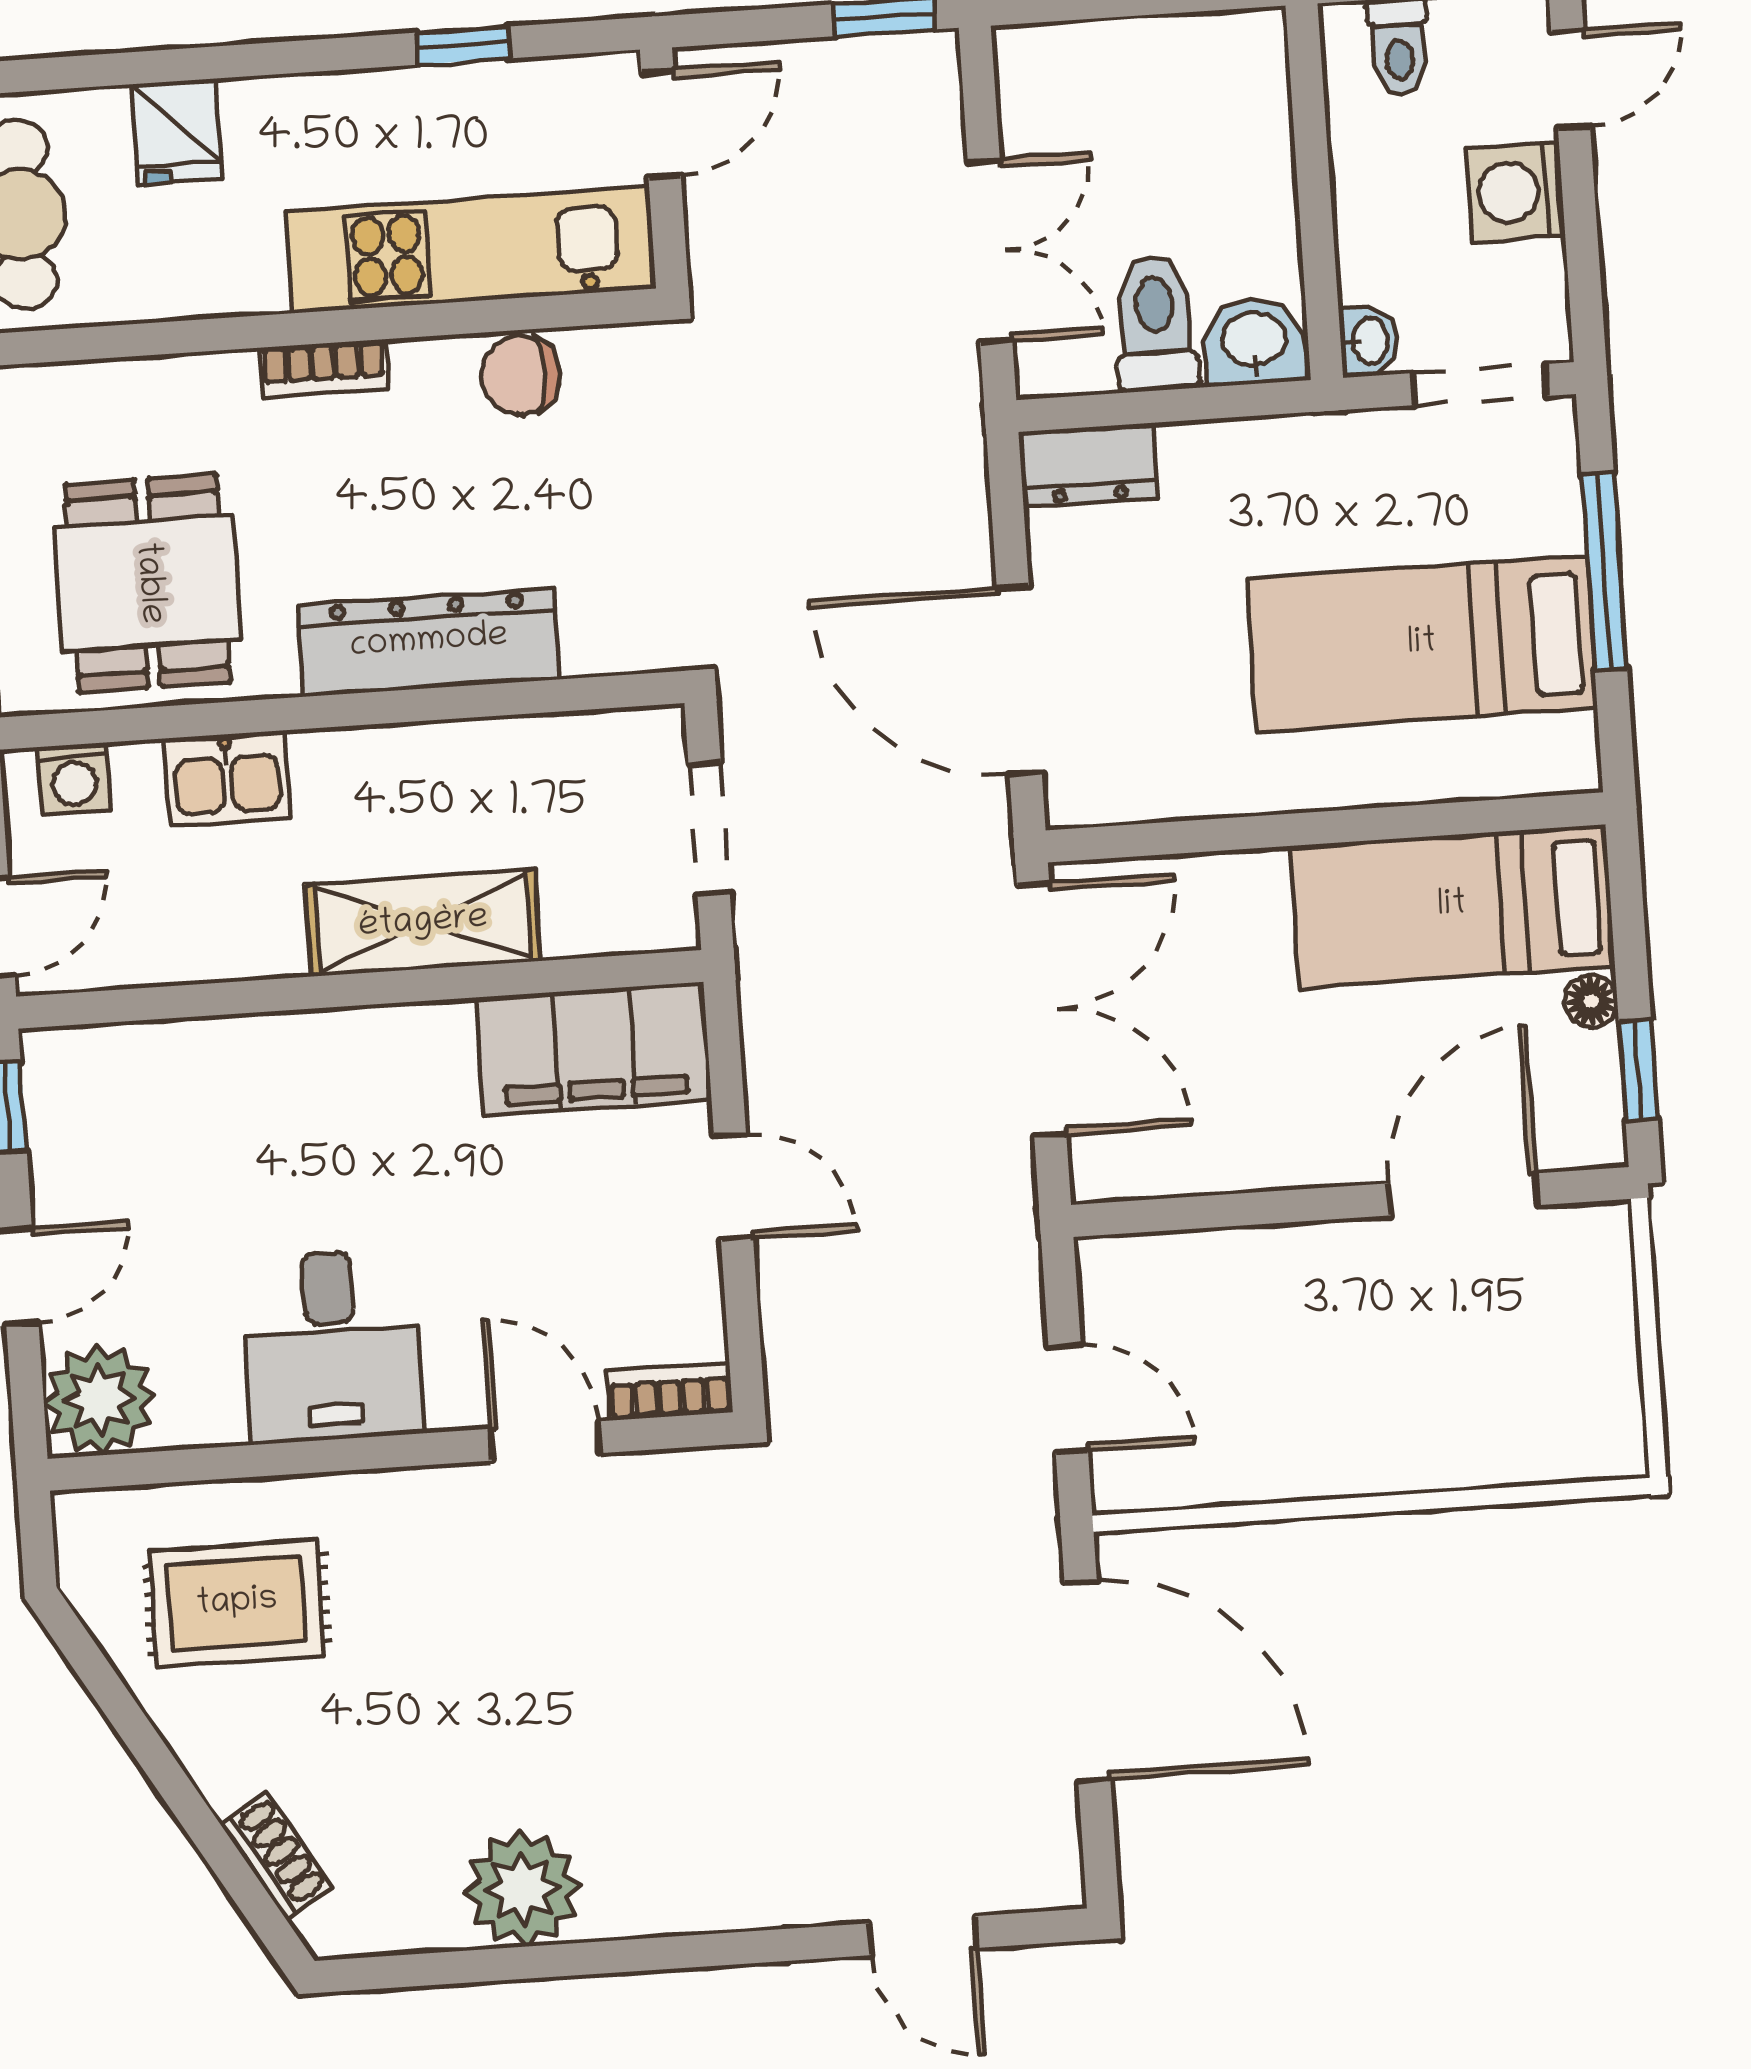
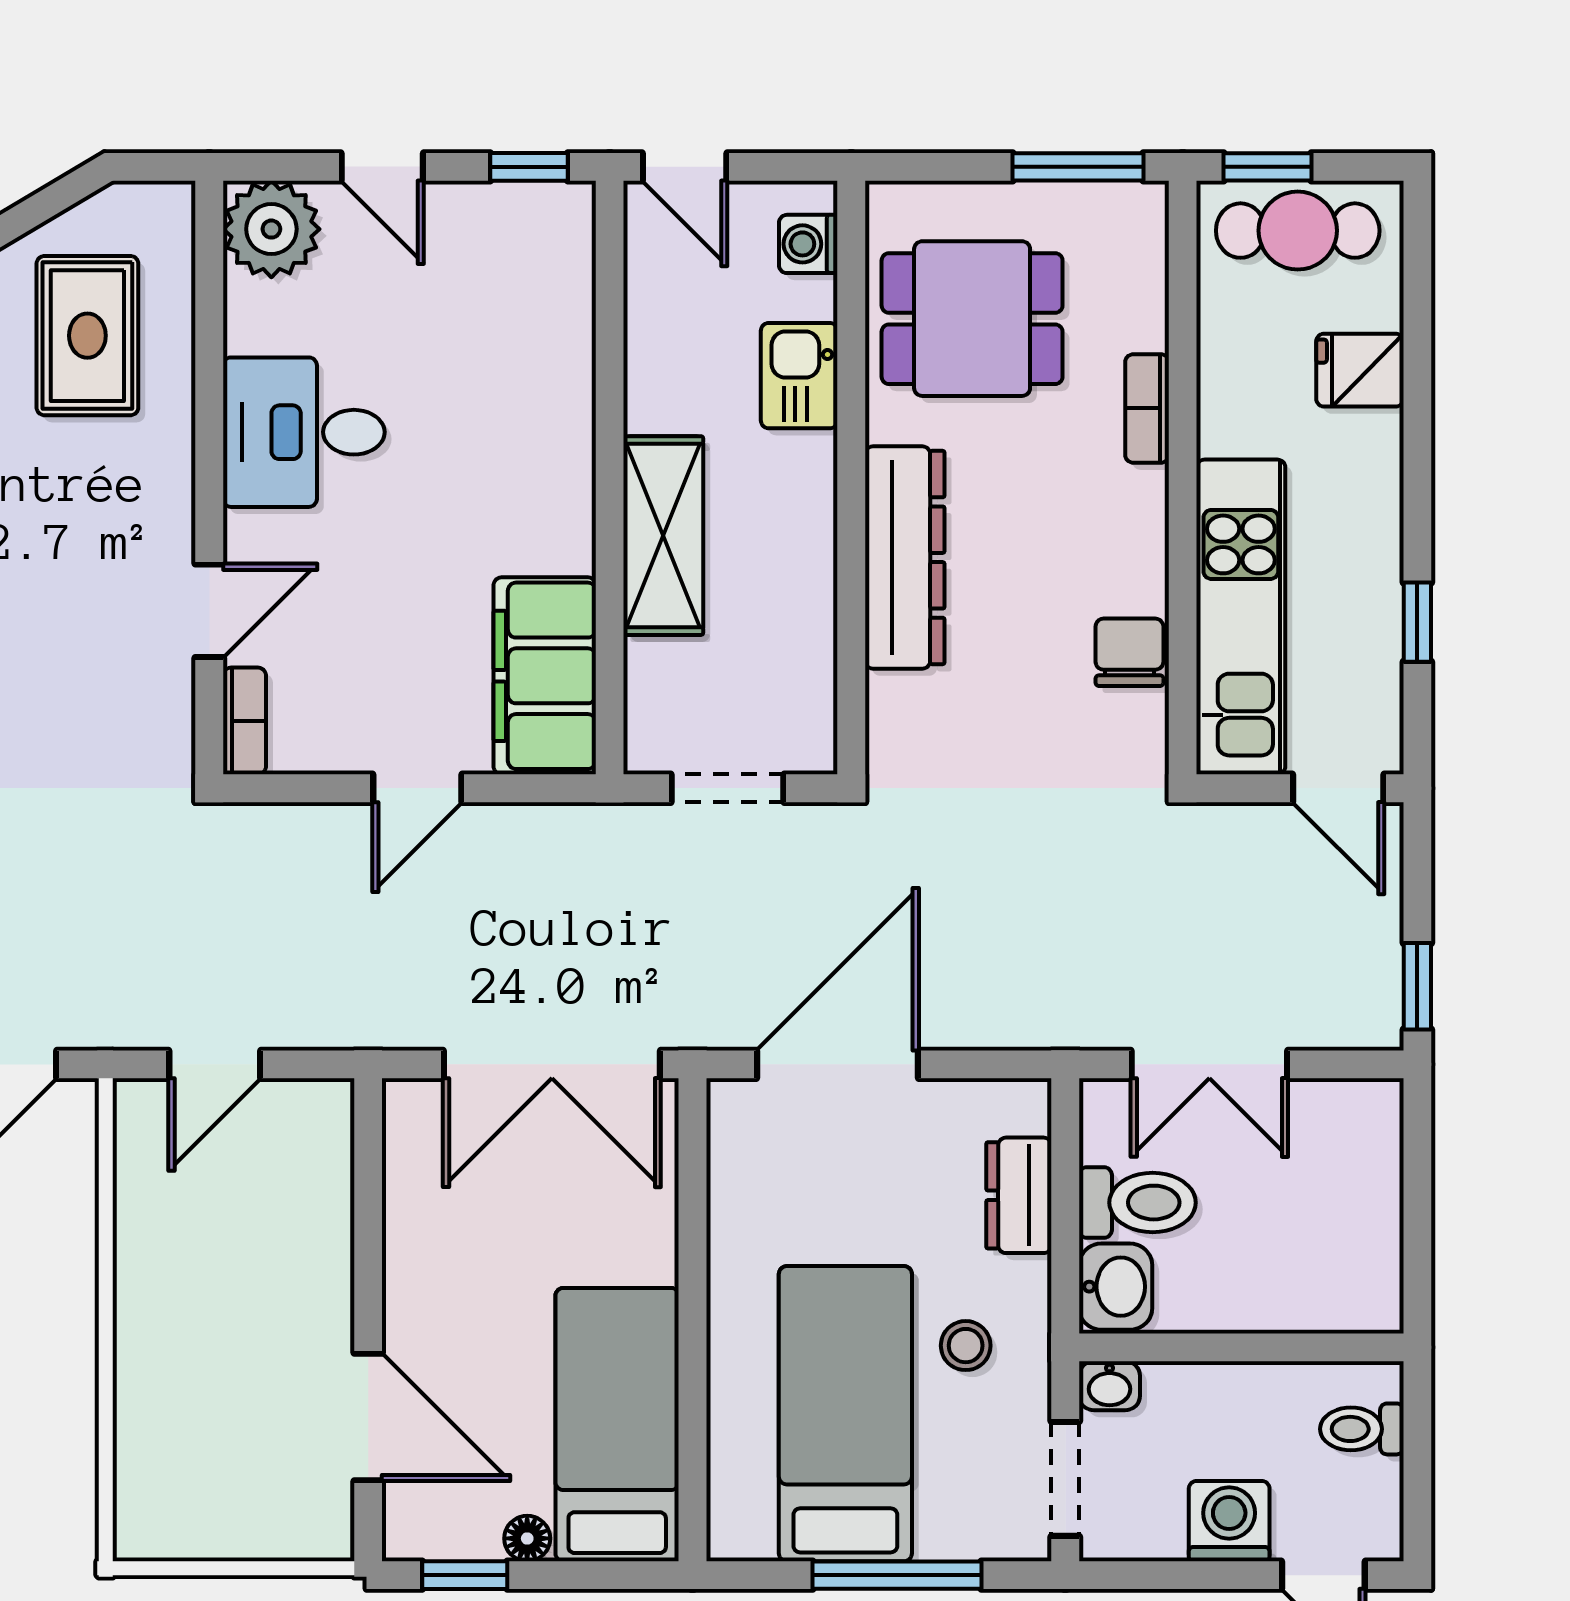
bookcase: (324, 368) -> (1147, 408), moved
dresser: (1088, 465) -> (1019, 1195), moved
stool: (1334, 510) -> (966, 1346), added

